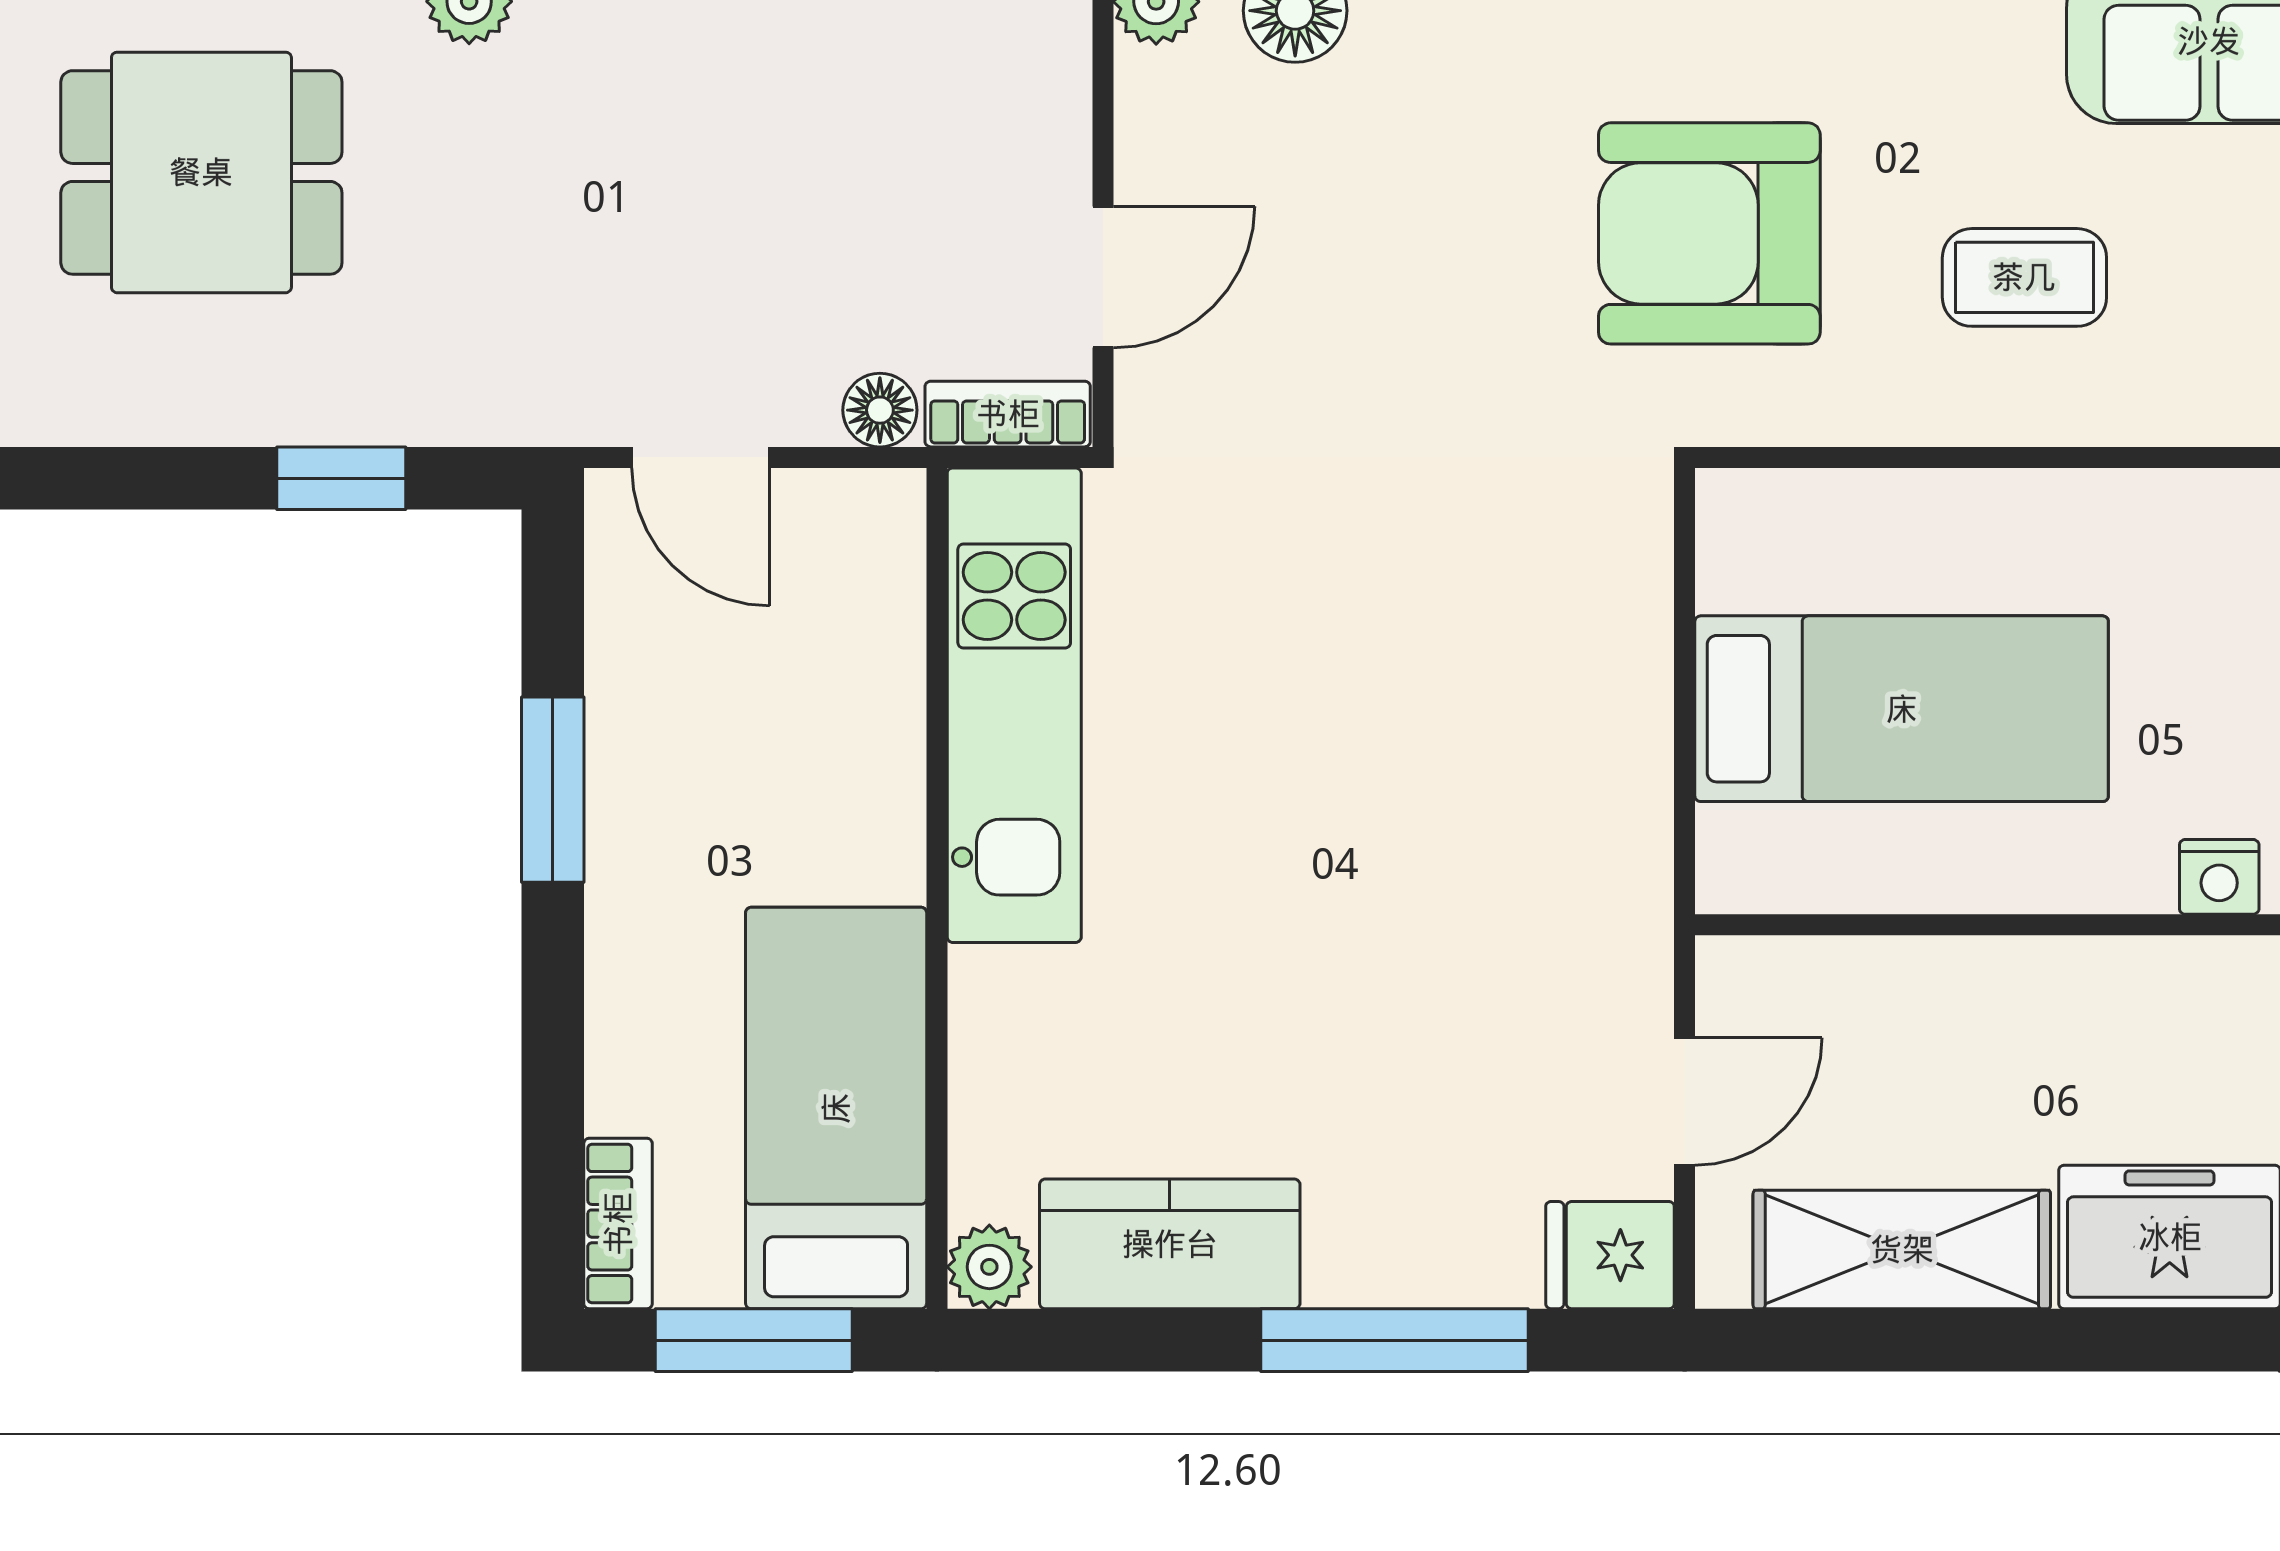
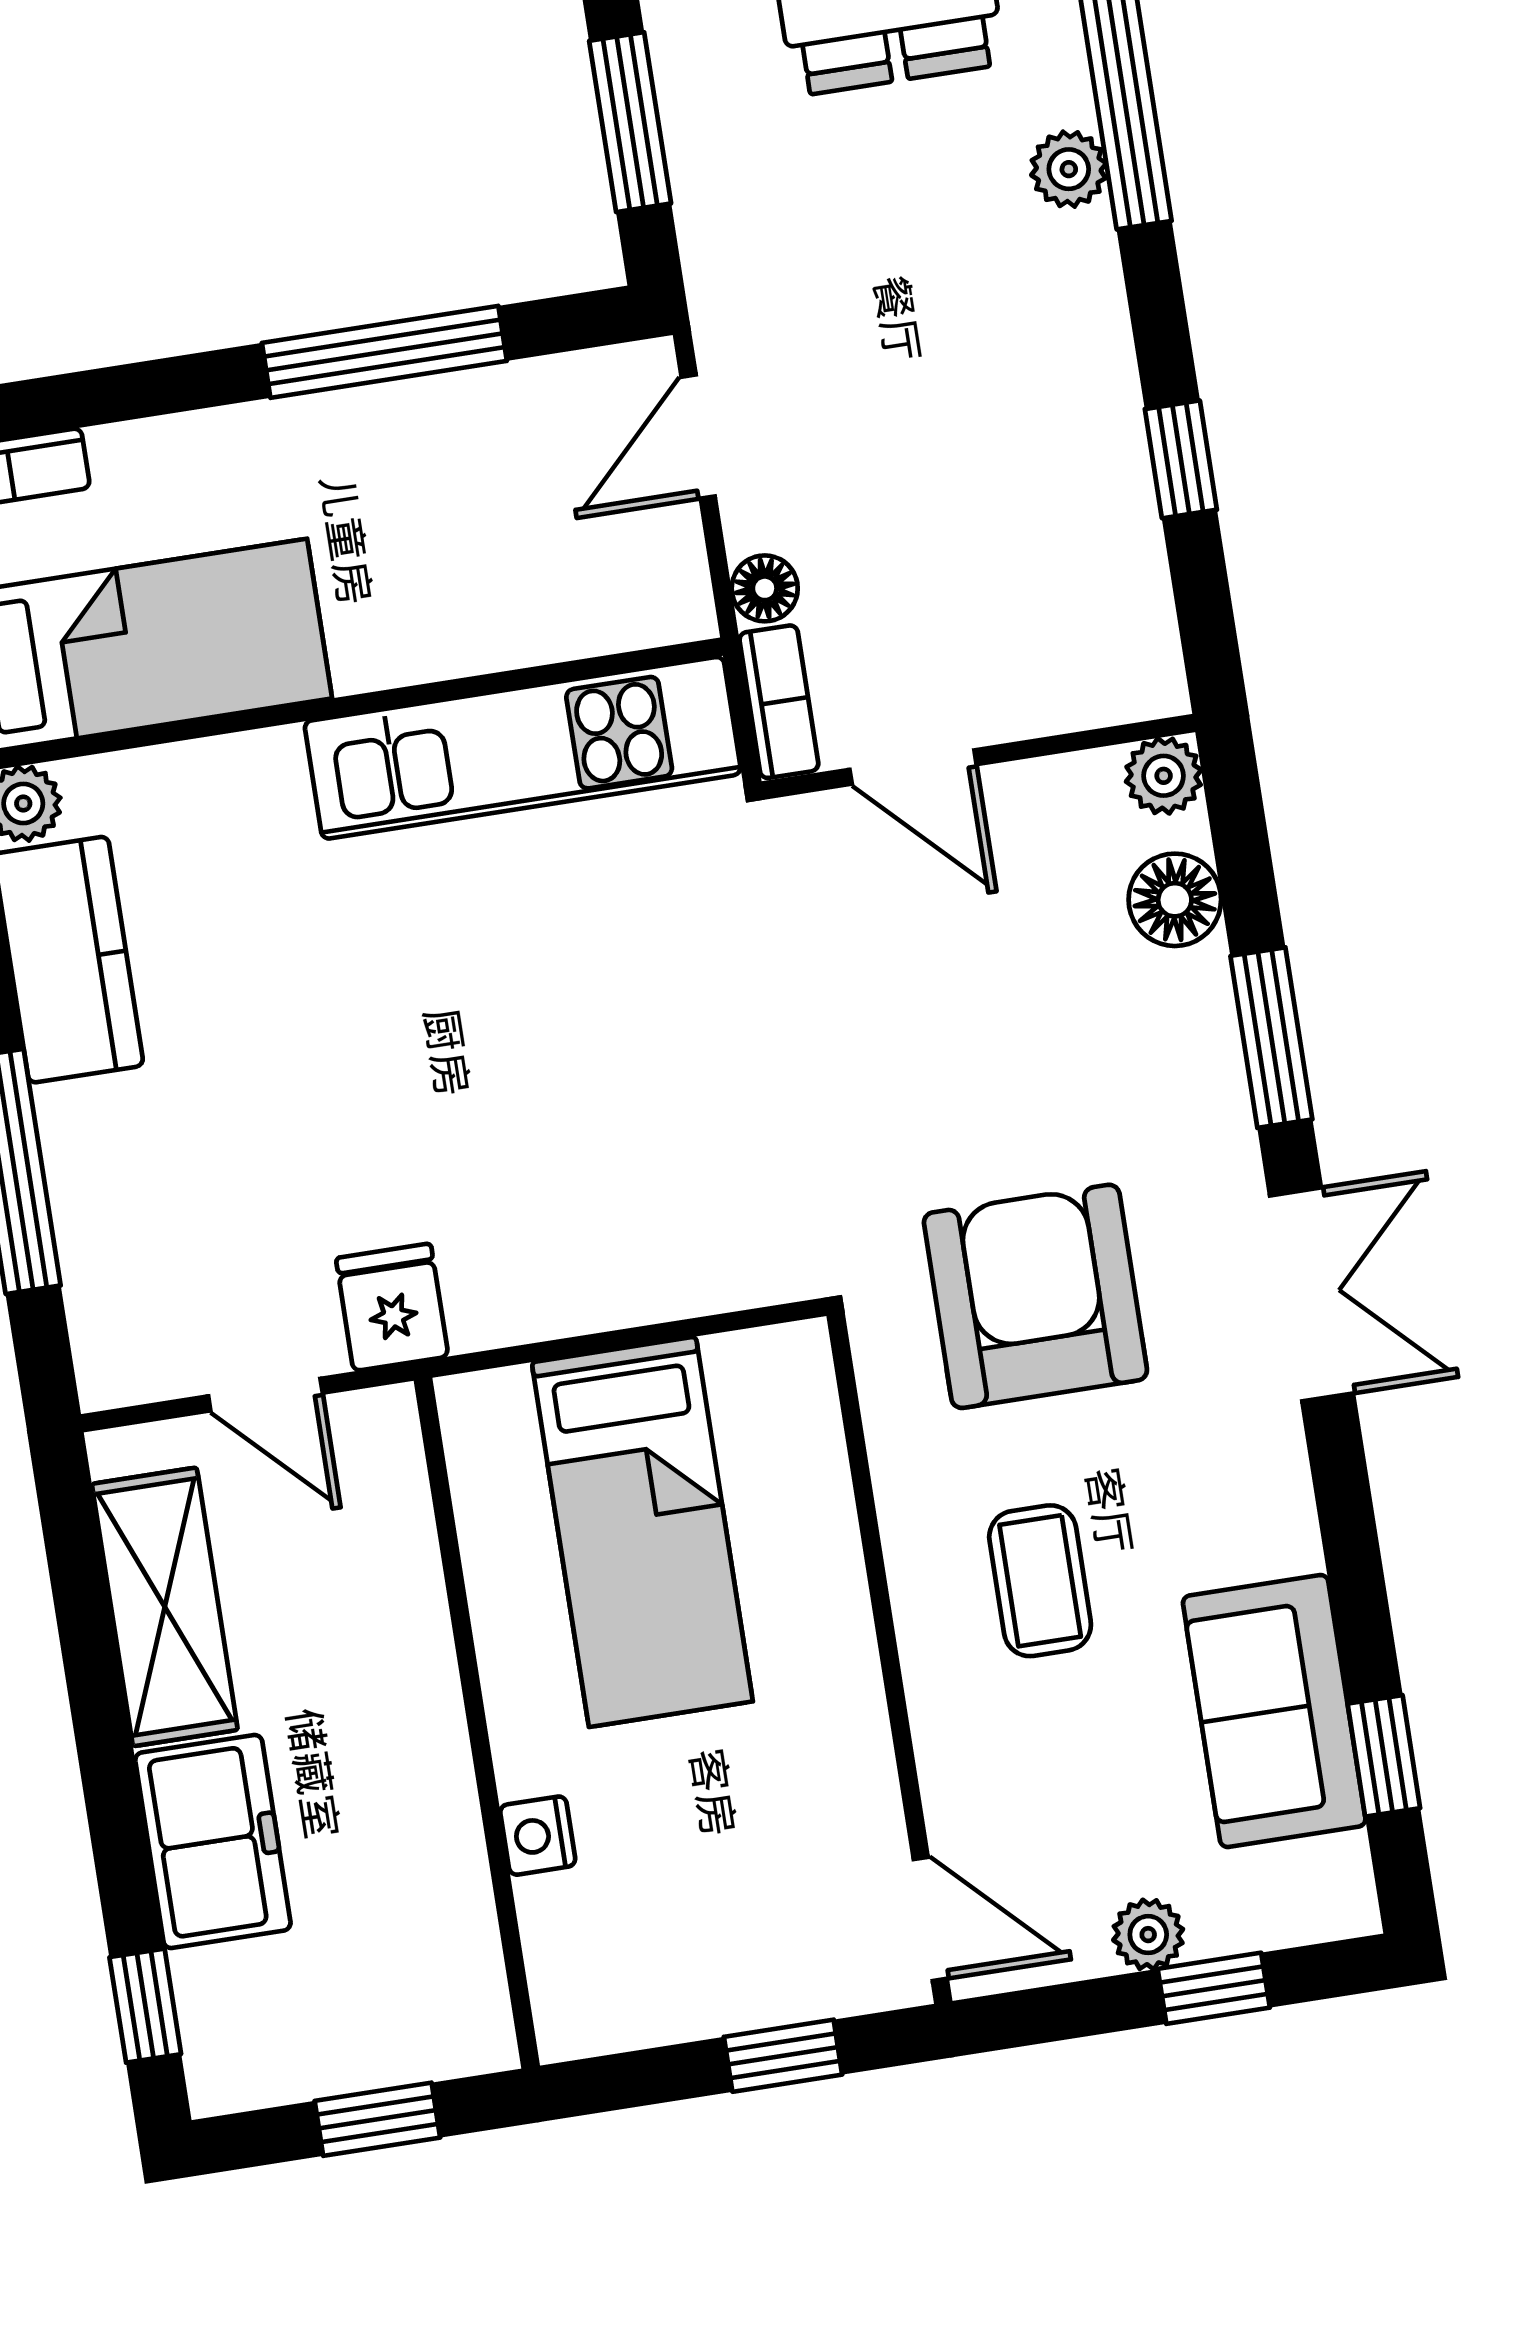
window: (341, 478) -> (630, 122), width x1.50
window: (553, 790) -> (384, 352), width x1.44
fridge: (1610, 1255) -> (392, 1307), moved

